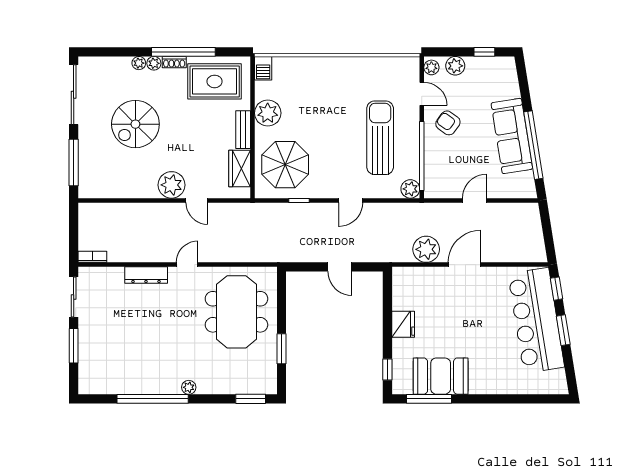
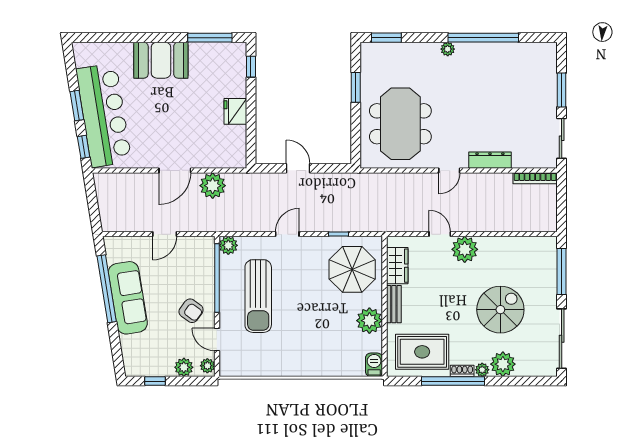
plant: (139, 63) -> (503, 364), width x1.87, depth x1.87
bookcase: (92, 257) -> (535, 178), width x1.56
booth: (441, 376) -> (161, 60), moved

